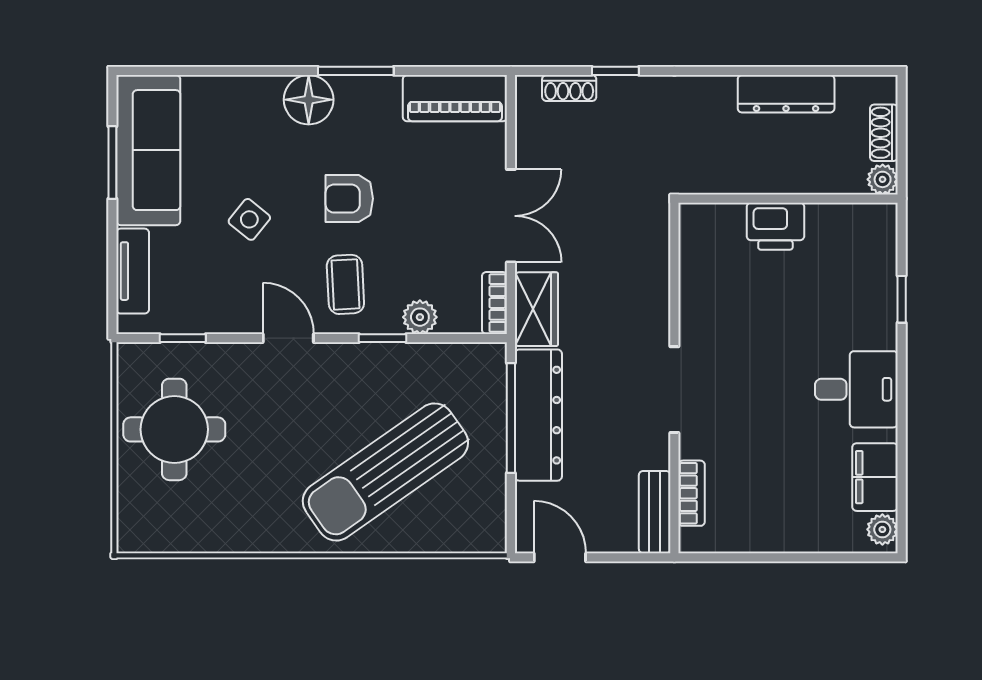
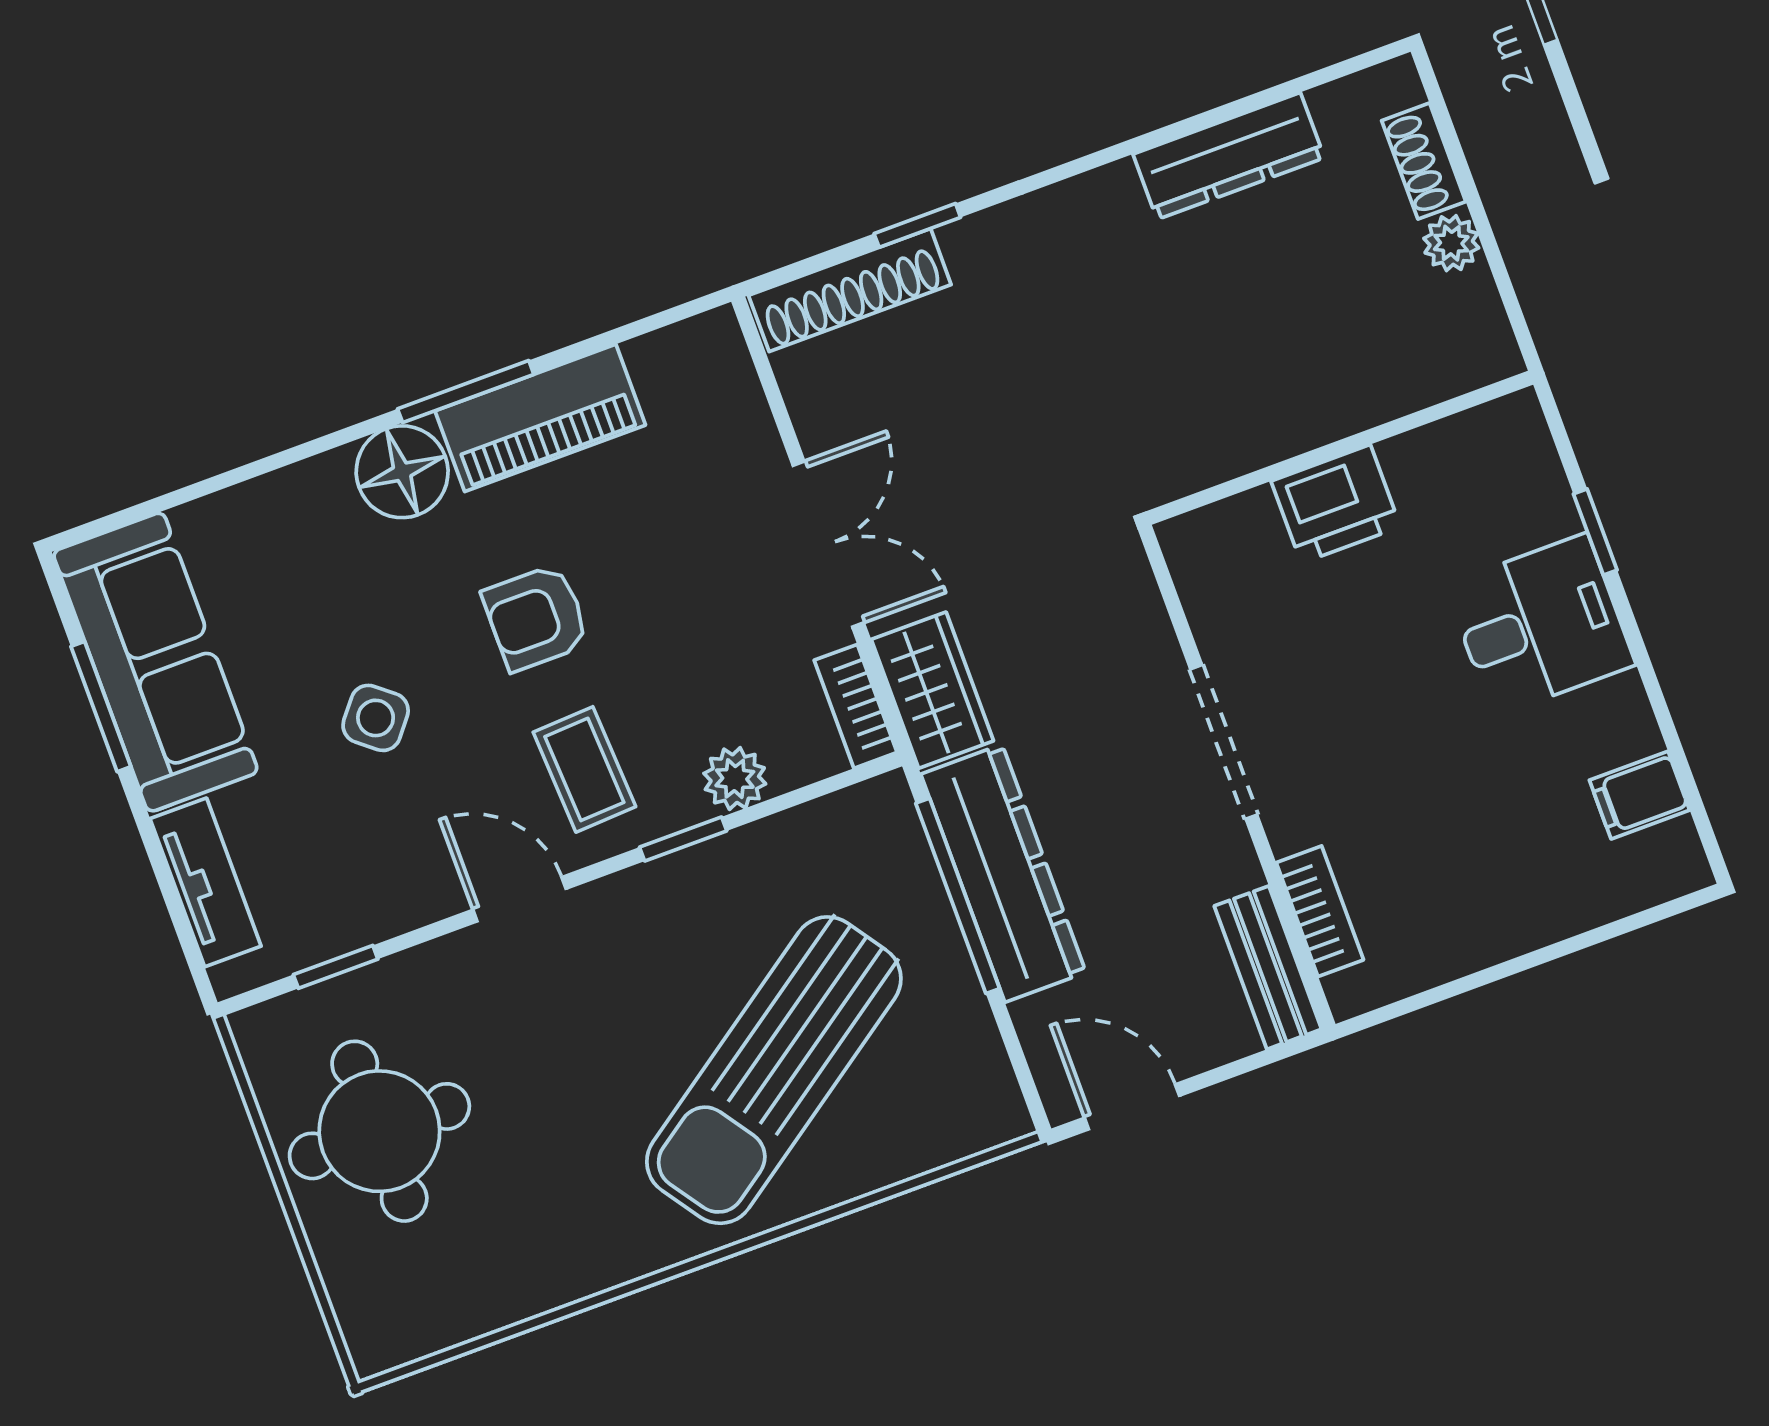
shoe rack: (569, 88) -> (850, 290), width x1.94, depth x1.24
piano: (455, 98) -> (540, 418), moved
wall: (788, 199) -> (1340, 448), moved
printer: (775, 226) -> (1336, 504), moved
window: (902, 299) -> (1595, 532), moved
filing cabinet: (875, 477) -> (1640, 795), width x0.50
plant: (882, 529) -> (1675, 852), removed

